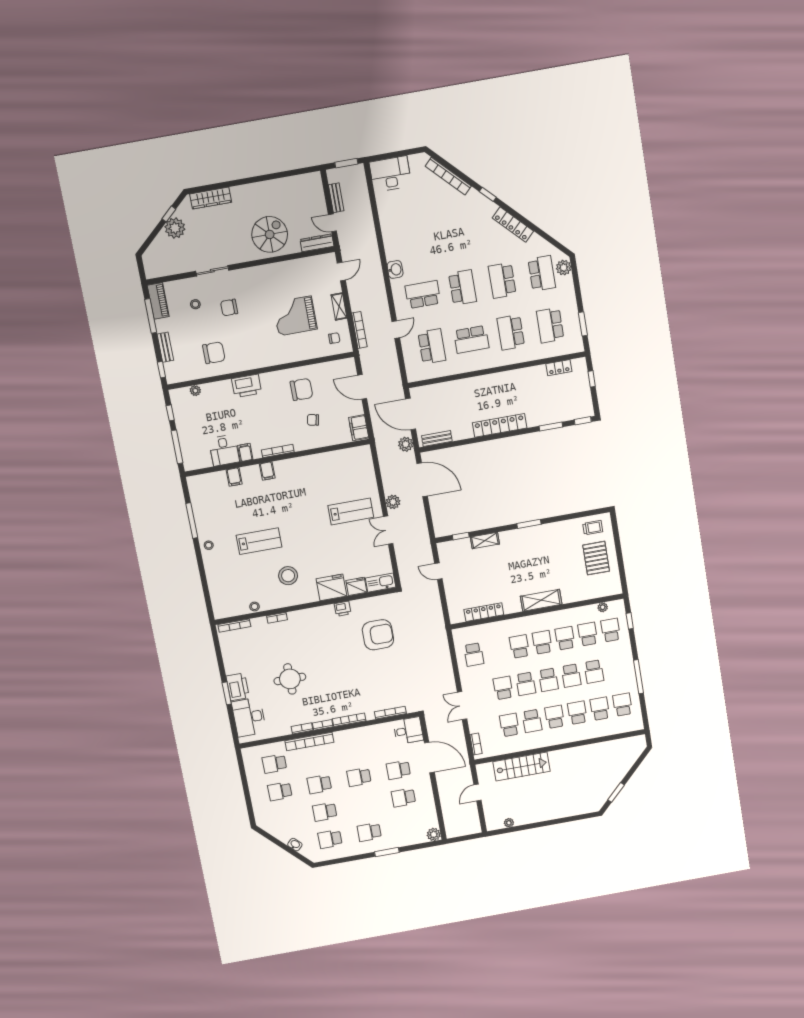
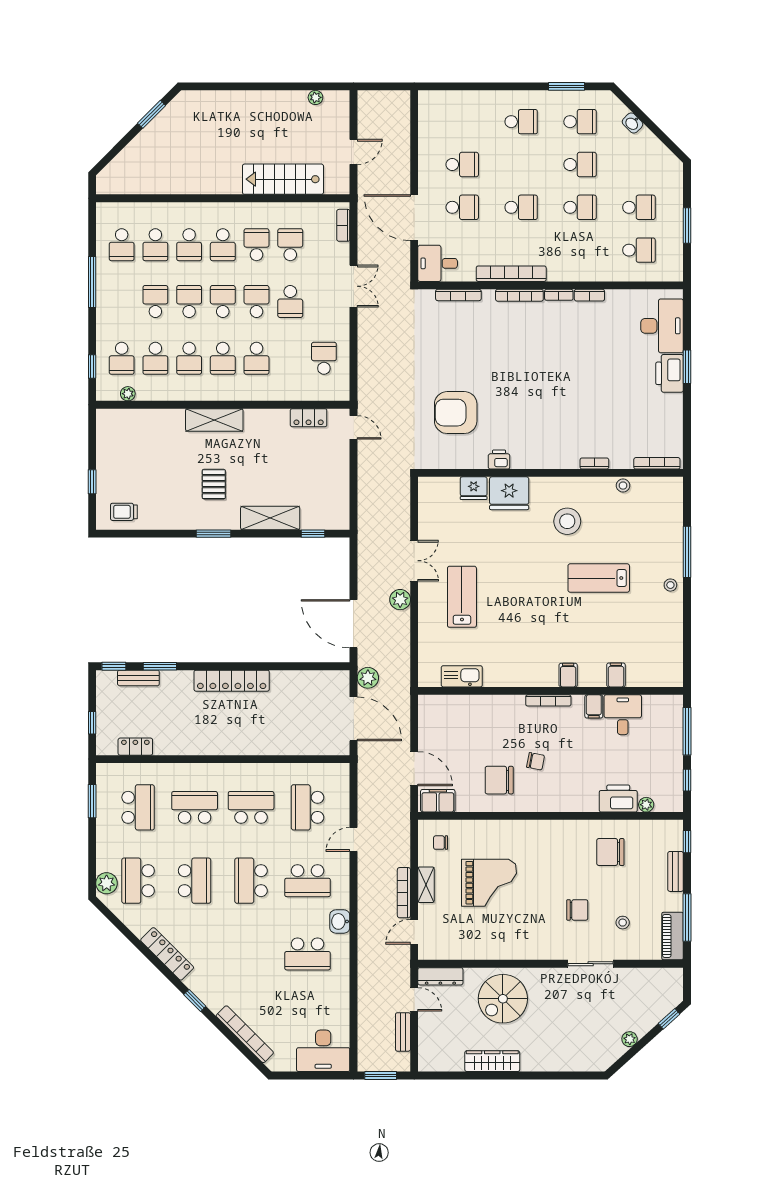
wardrobe: (211, 198) -> (492, 1061), moved
window: (169, 214) -> (669, 1019), moved
plant: (175, 228) -> (630, 1039), width x0.53, depth x0.53
school desk: (414, 242) -> (308, 954), added
bookcase: (359, 330) -> (404, 893), moved
school desk: (511, 332) -> (195, 807), turned -90
printer: (247, 386) -> (618, 799), moved
chair: (313, 420) -> (536, 761), moved
filing cabinet: (359, 428) -> (438, 801), moved, turned -90
bench: (437, 439) -> (138, 678), moved
lab bench: (351, 511) -> (462, 597), turned 90
window: (192, 521) -> (687, 552), moved
shelving: (485, 541) -> (270, 518), width x1.50, depth x1.33
window: (618, 544) -> (92, 482), added
pallet: (596, 558) -> (214, 484), moved, width x0.67, depth x0.71
door: (438, 571) -> (354, 427), moved
kitchen sink: (381, 583) -> (462, 676), moved, turned 180
locker: (484, 612) -> (309, 418), width x0.66
round table: (290, 679) -> (593, 371), removed
school desk: (509, 725) -> (290, 245), turned 180
bookcase: (309, 742) -> (511, 274), moved
window: (245, 785) -> (687, 225), added
plant: (434, 834) -> (428, 100), removed
window: (387, 852) -> (567, 86), moved

